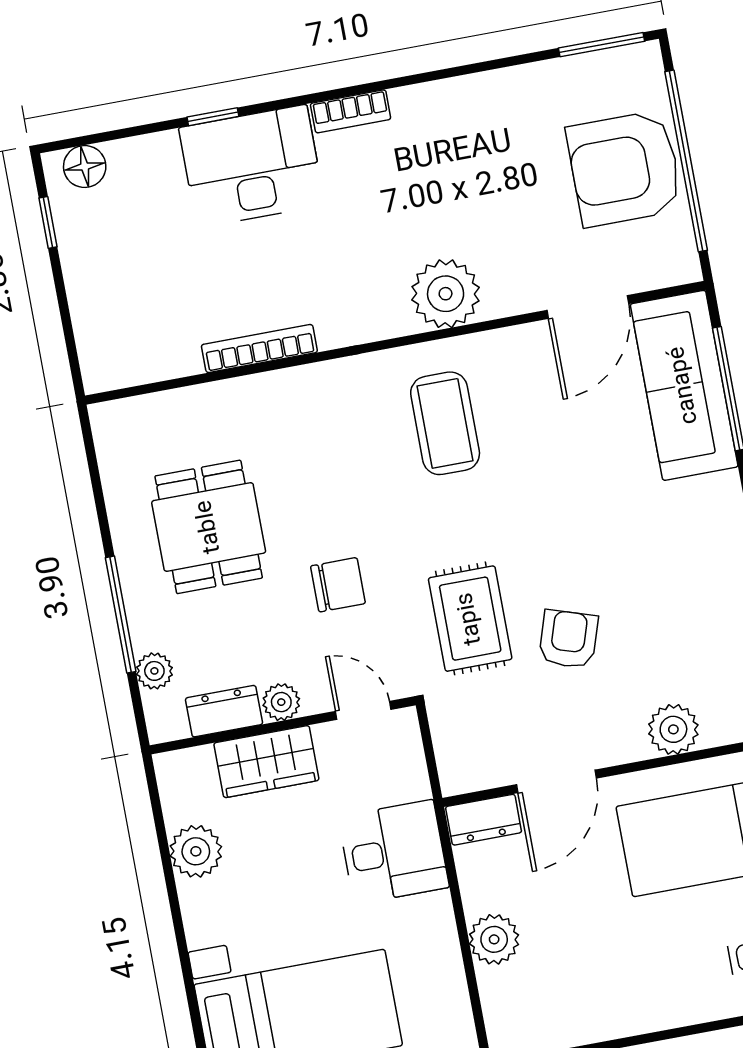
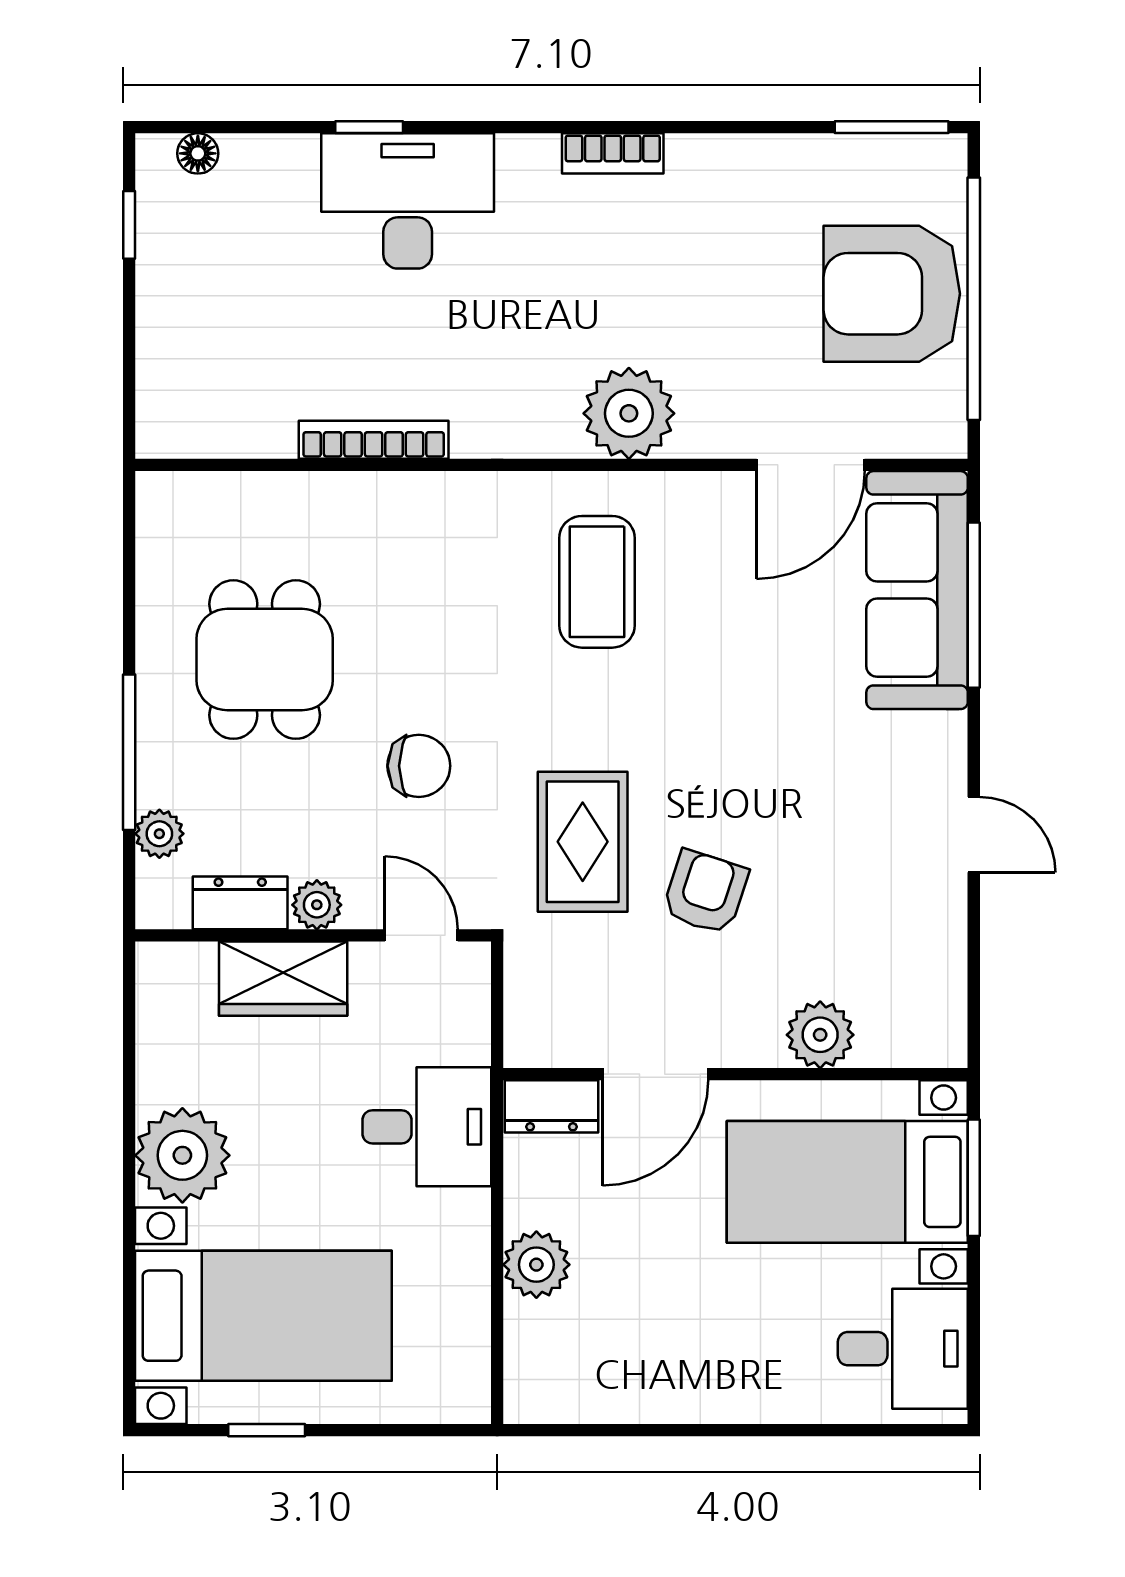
bookcase: (351, 111) -> (613, 153), moved
floor lamp: (85, 167) -> (198, 153), width x0.73, depth x0.73
plant: (196, 851) -> (182, 1155), moved, width x1.36, depth x1.36

